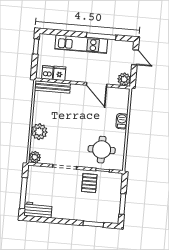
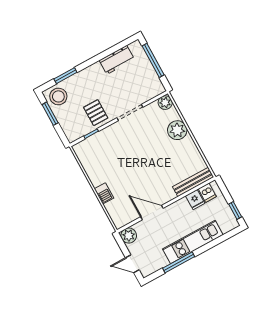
round table: (102, 150) -> (105, 153), removed
workbench: (38, 210) -> (117, 60), moved
stool: (108, 212) -> (58, 96), added

